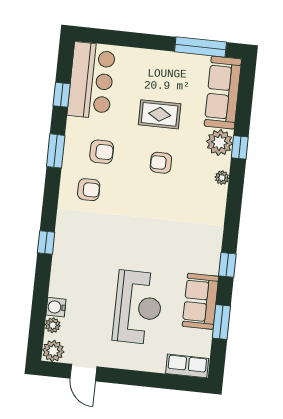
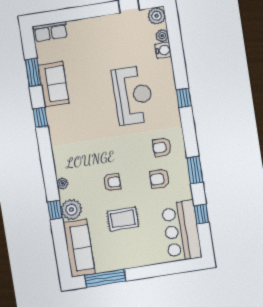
reception desk: (138, 307) -> (133, 95), moved, turned 180

